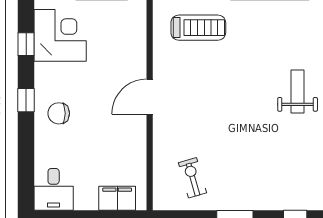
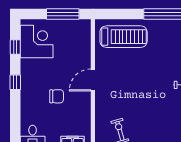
treadmill: (198, 28) -> (124, 37), width x1.37, depth x1.38
chair: (59, 113) -> (57, 96), moved, turned 180

